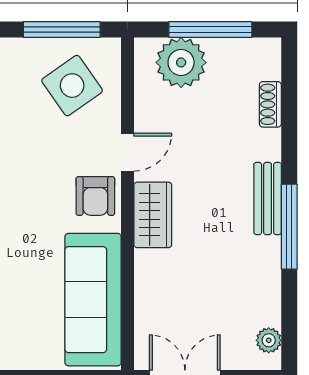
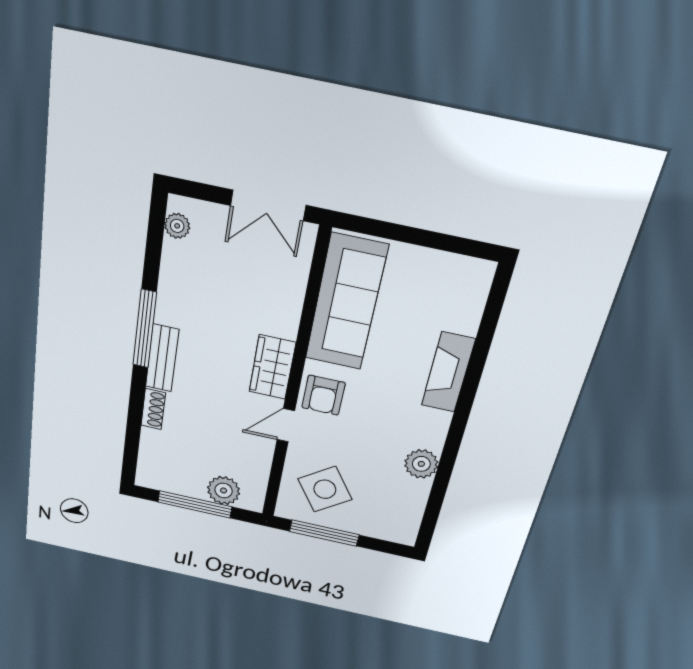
plant: (181, 62) -> (224, 491), width x0.73, depth x0.73
shoe rack: (270, 104) -> (153, 409), moved
armchair: (95, 196) -> (323, 395), turned 180

